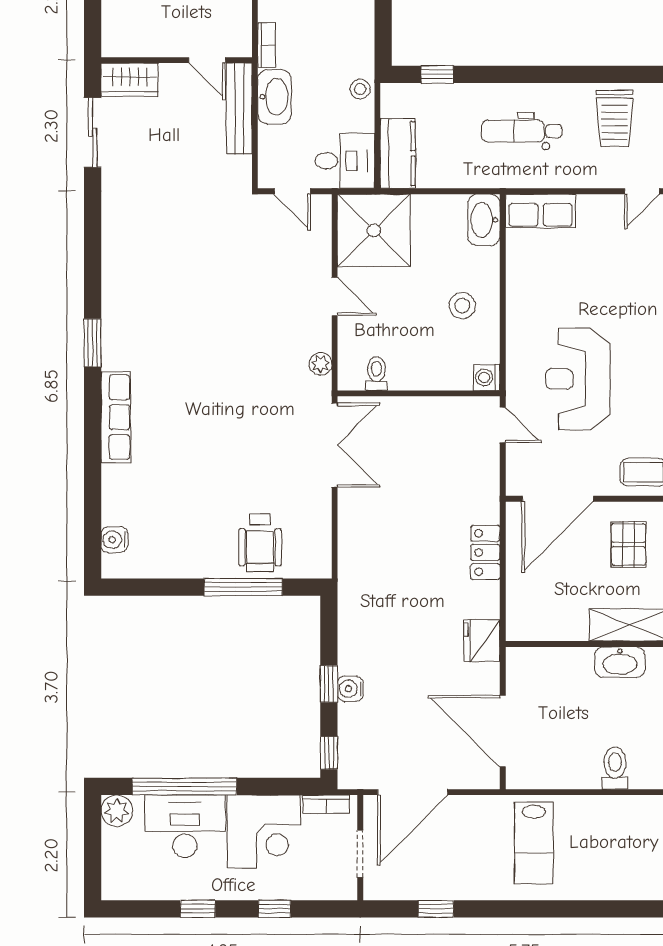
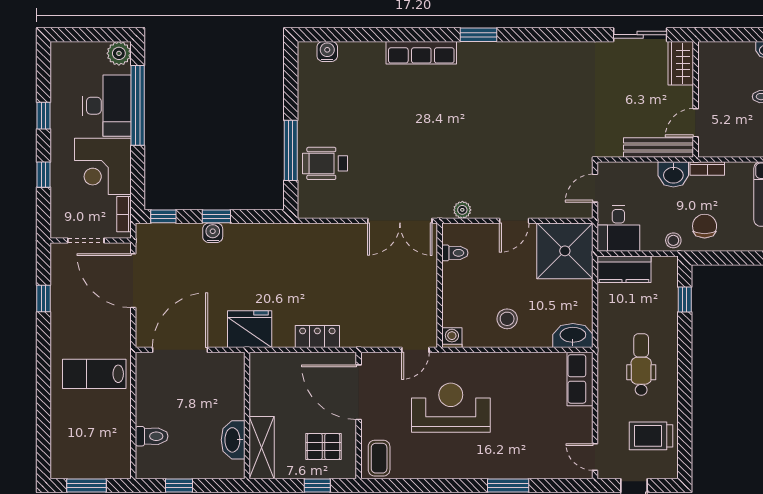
chair: (342, 49) -> (705, 226), added
washbasin: (274, 97) -> (673, 174), width x0.72
fridge: (482, 641) -> (250, 329), width x1.36, depth x1.34

